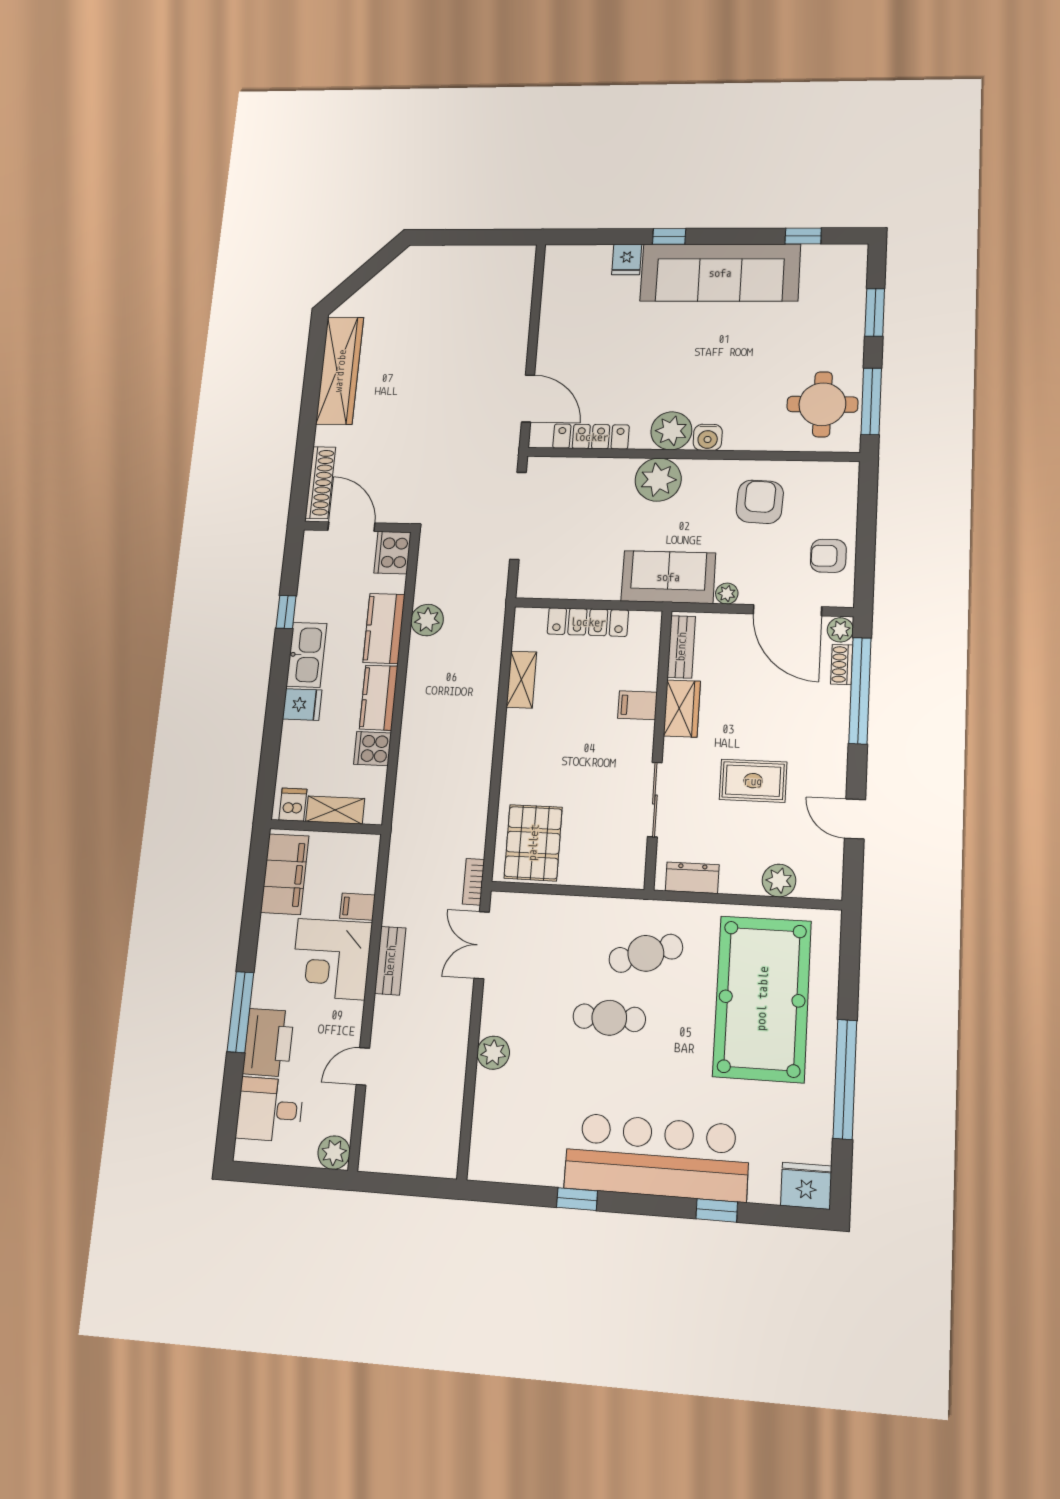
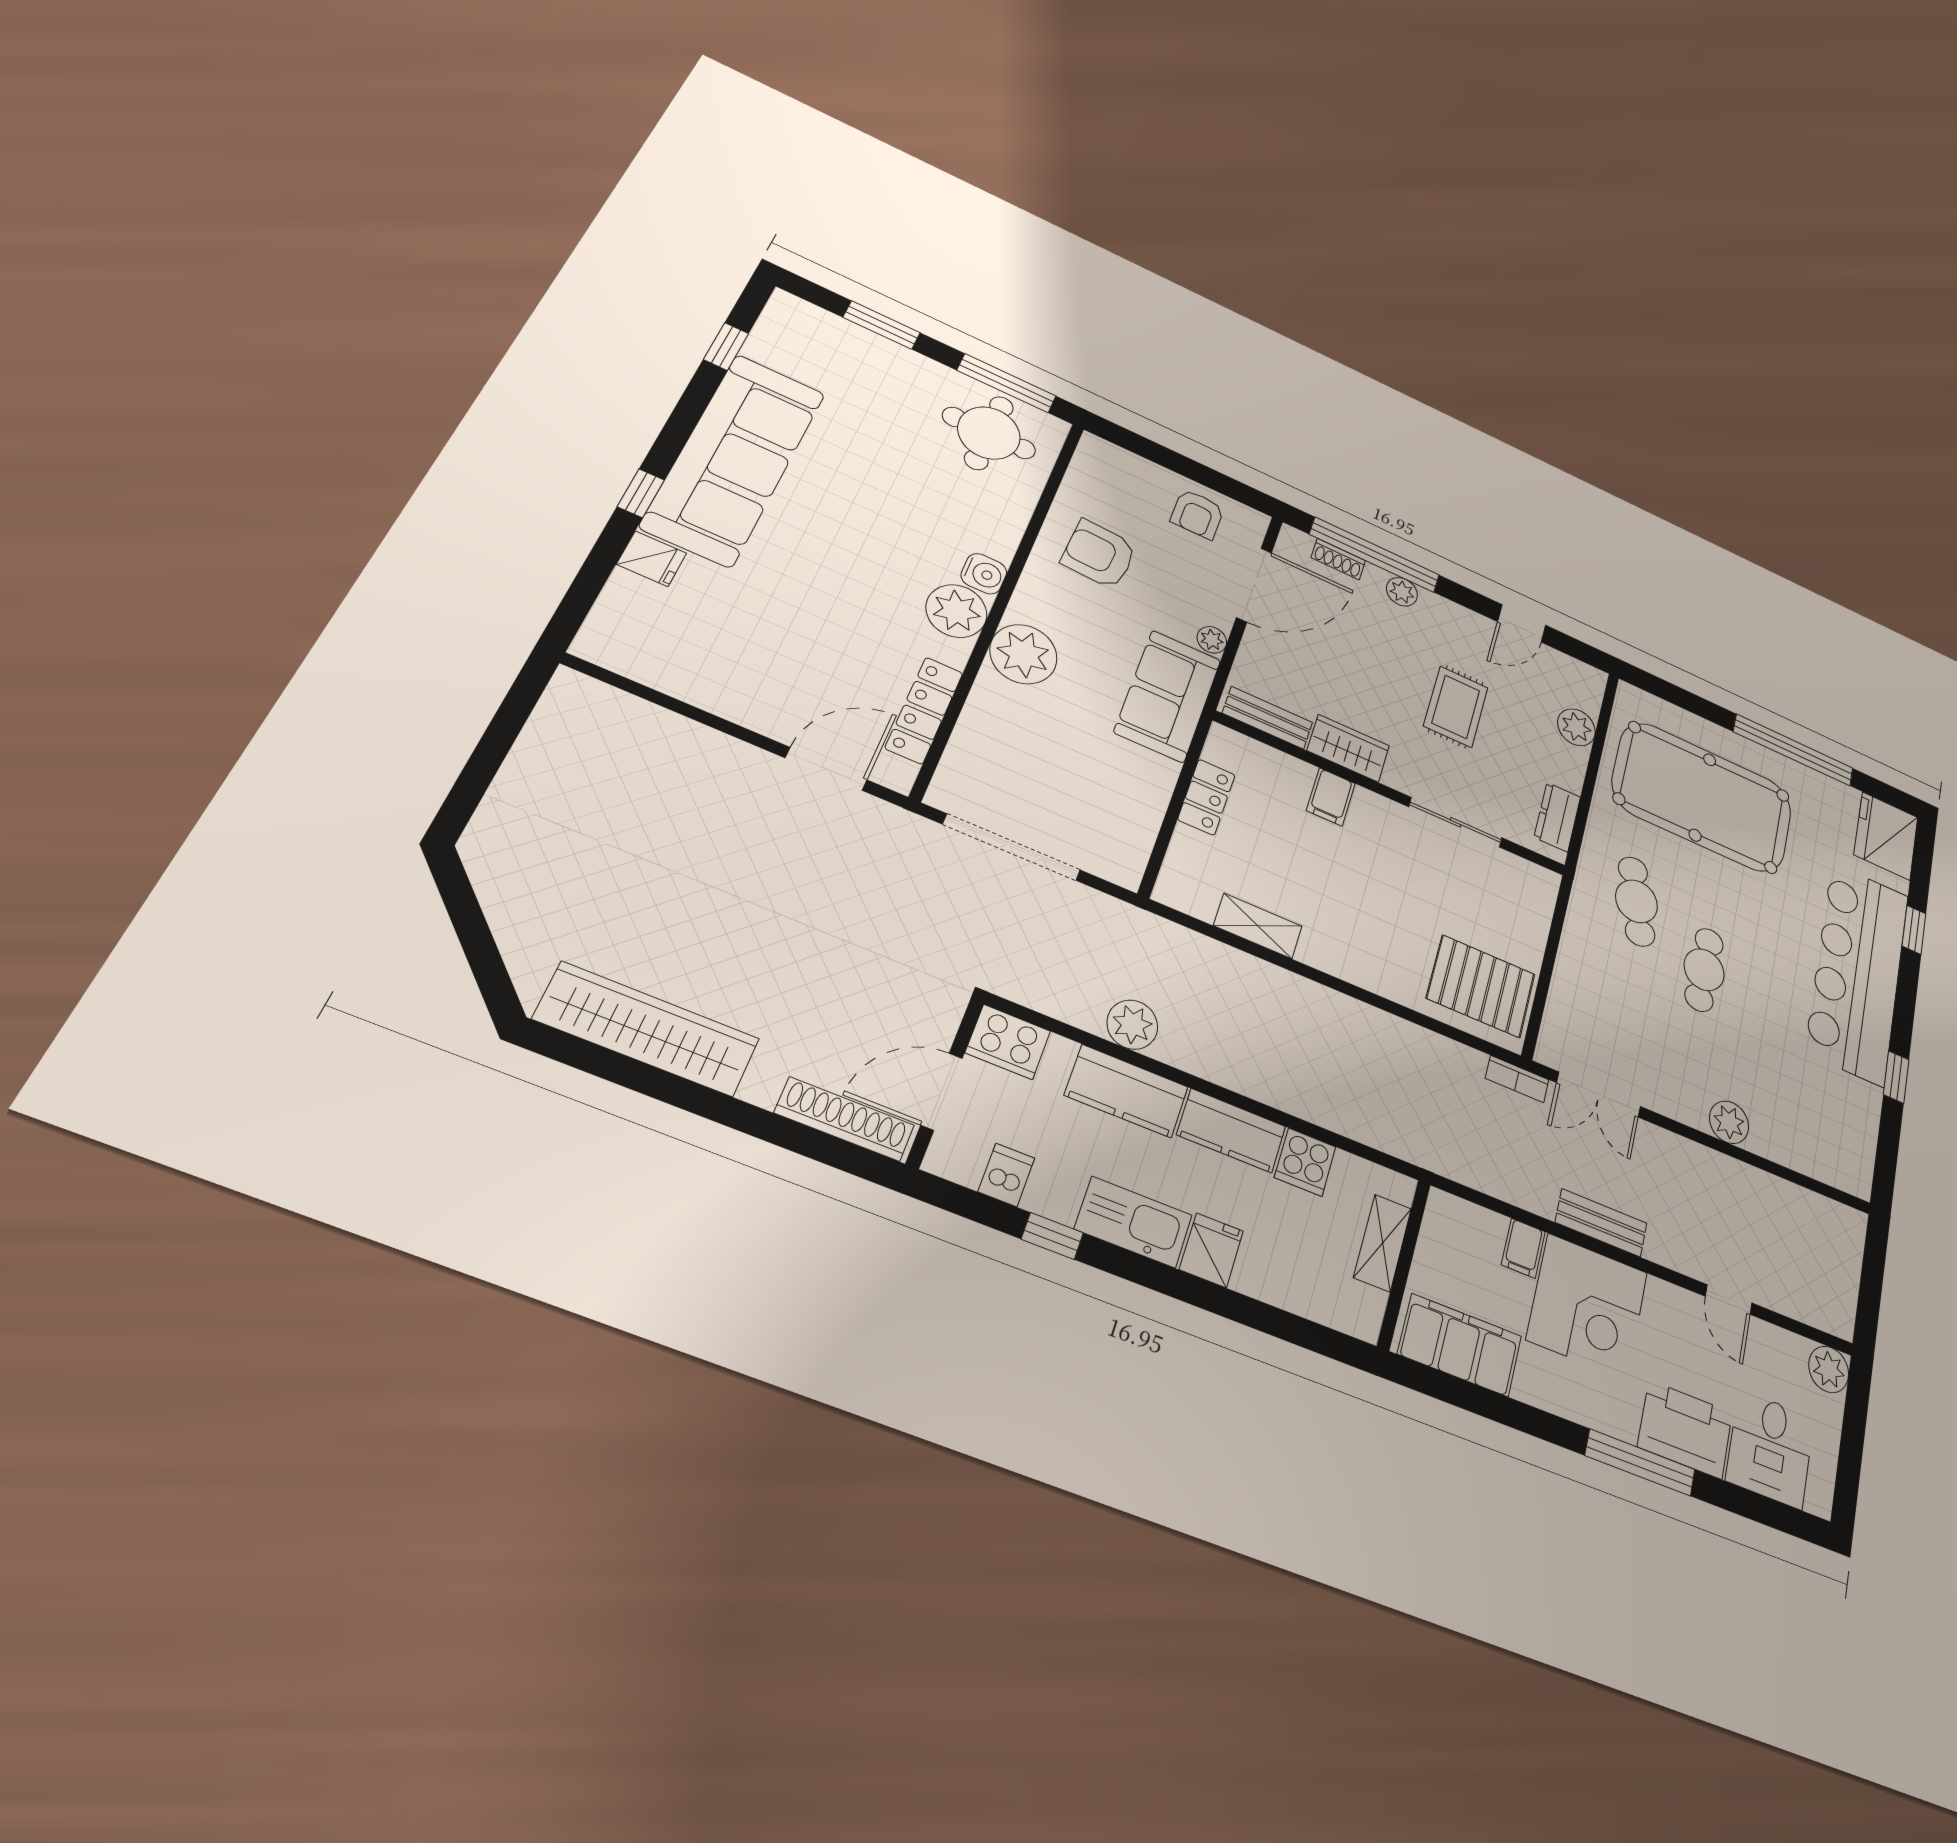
locker: (588, 622) -> (1206, 797), width x0.66
plant: (840, 630) -> (1402, 592), moved
dishwasher: (293, 805) -> (1006, 1175), moved, turned 90
fridge: (806, 1186) -> (1886, 836), width x1.36, depth x1.34

